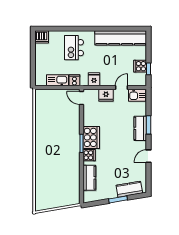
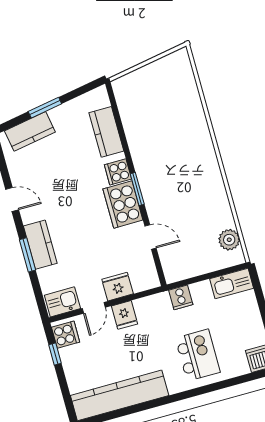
cooker: (140, 66) -> (66, 335), moved
fridge: (94, 79) -> (124, 315), moved
kitchen sink: (57, 80) -> (232, 284), moved
door: (81, 98) -> (151, 237), moved
plant: (41, 104) -> (229, 240), added
door: (149, 156) -> (12, 200), hinge flipped

